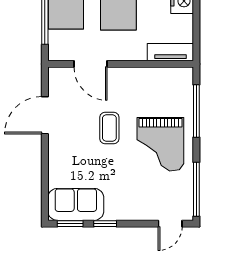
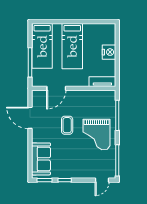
door: (90, 64) -> (56, 88), hinge flipped
door: (45, 115) -> (30, 118), hinge flipped
sofa: (76, 204) -> (41, 159), moved, turned 90

